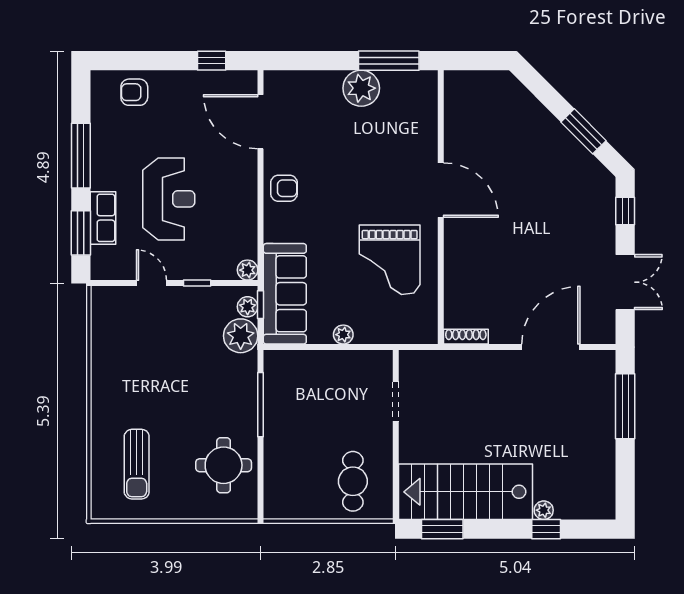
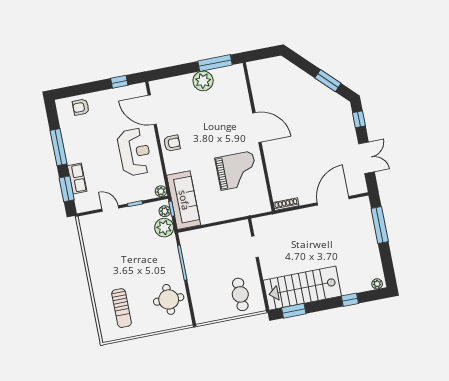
reception desk: (169, 199) -> (135, 152), moved
grand piano: (390, 260) -> (237, 171), turned -90
plant: (343, 335) -> (220, 216), removed
plant: (544, 510) -> (377, 284), moved

